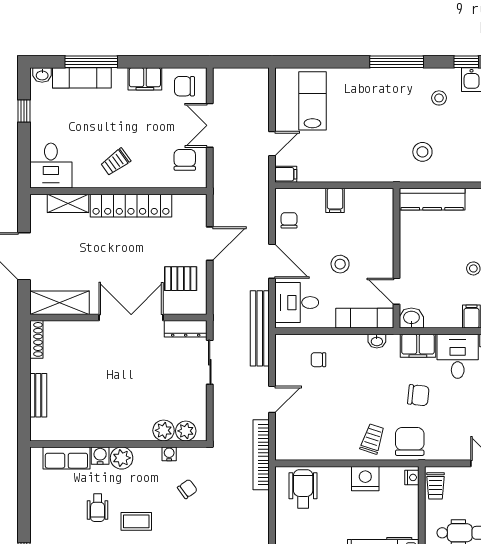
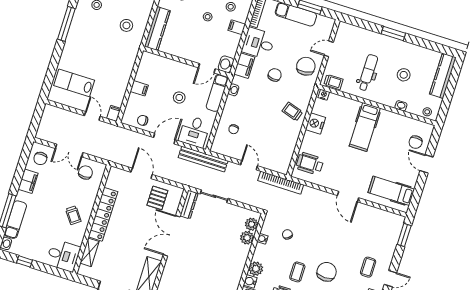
chair: (185, 160) -> (85, 172), turned 90
chair: (410, 441) -> (306, 66), moved, turned 82

